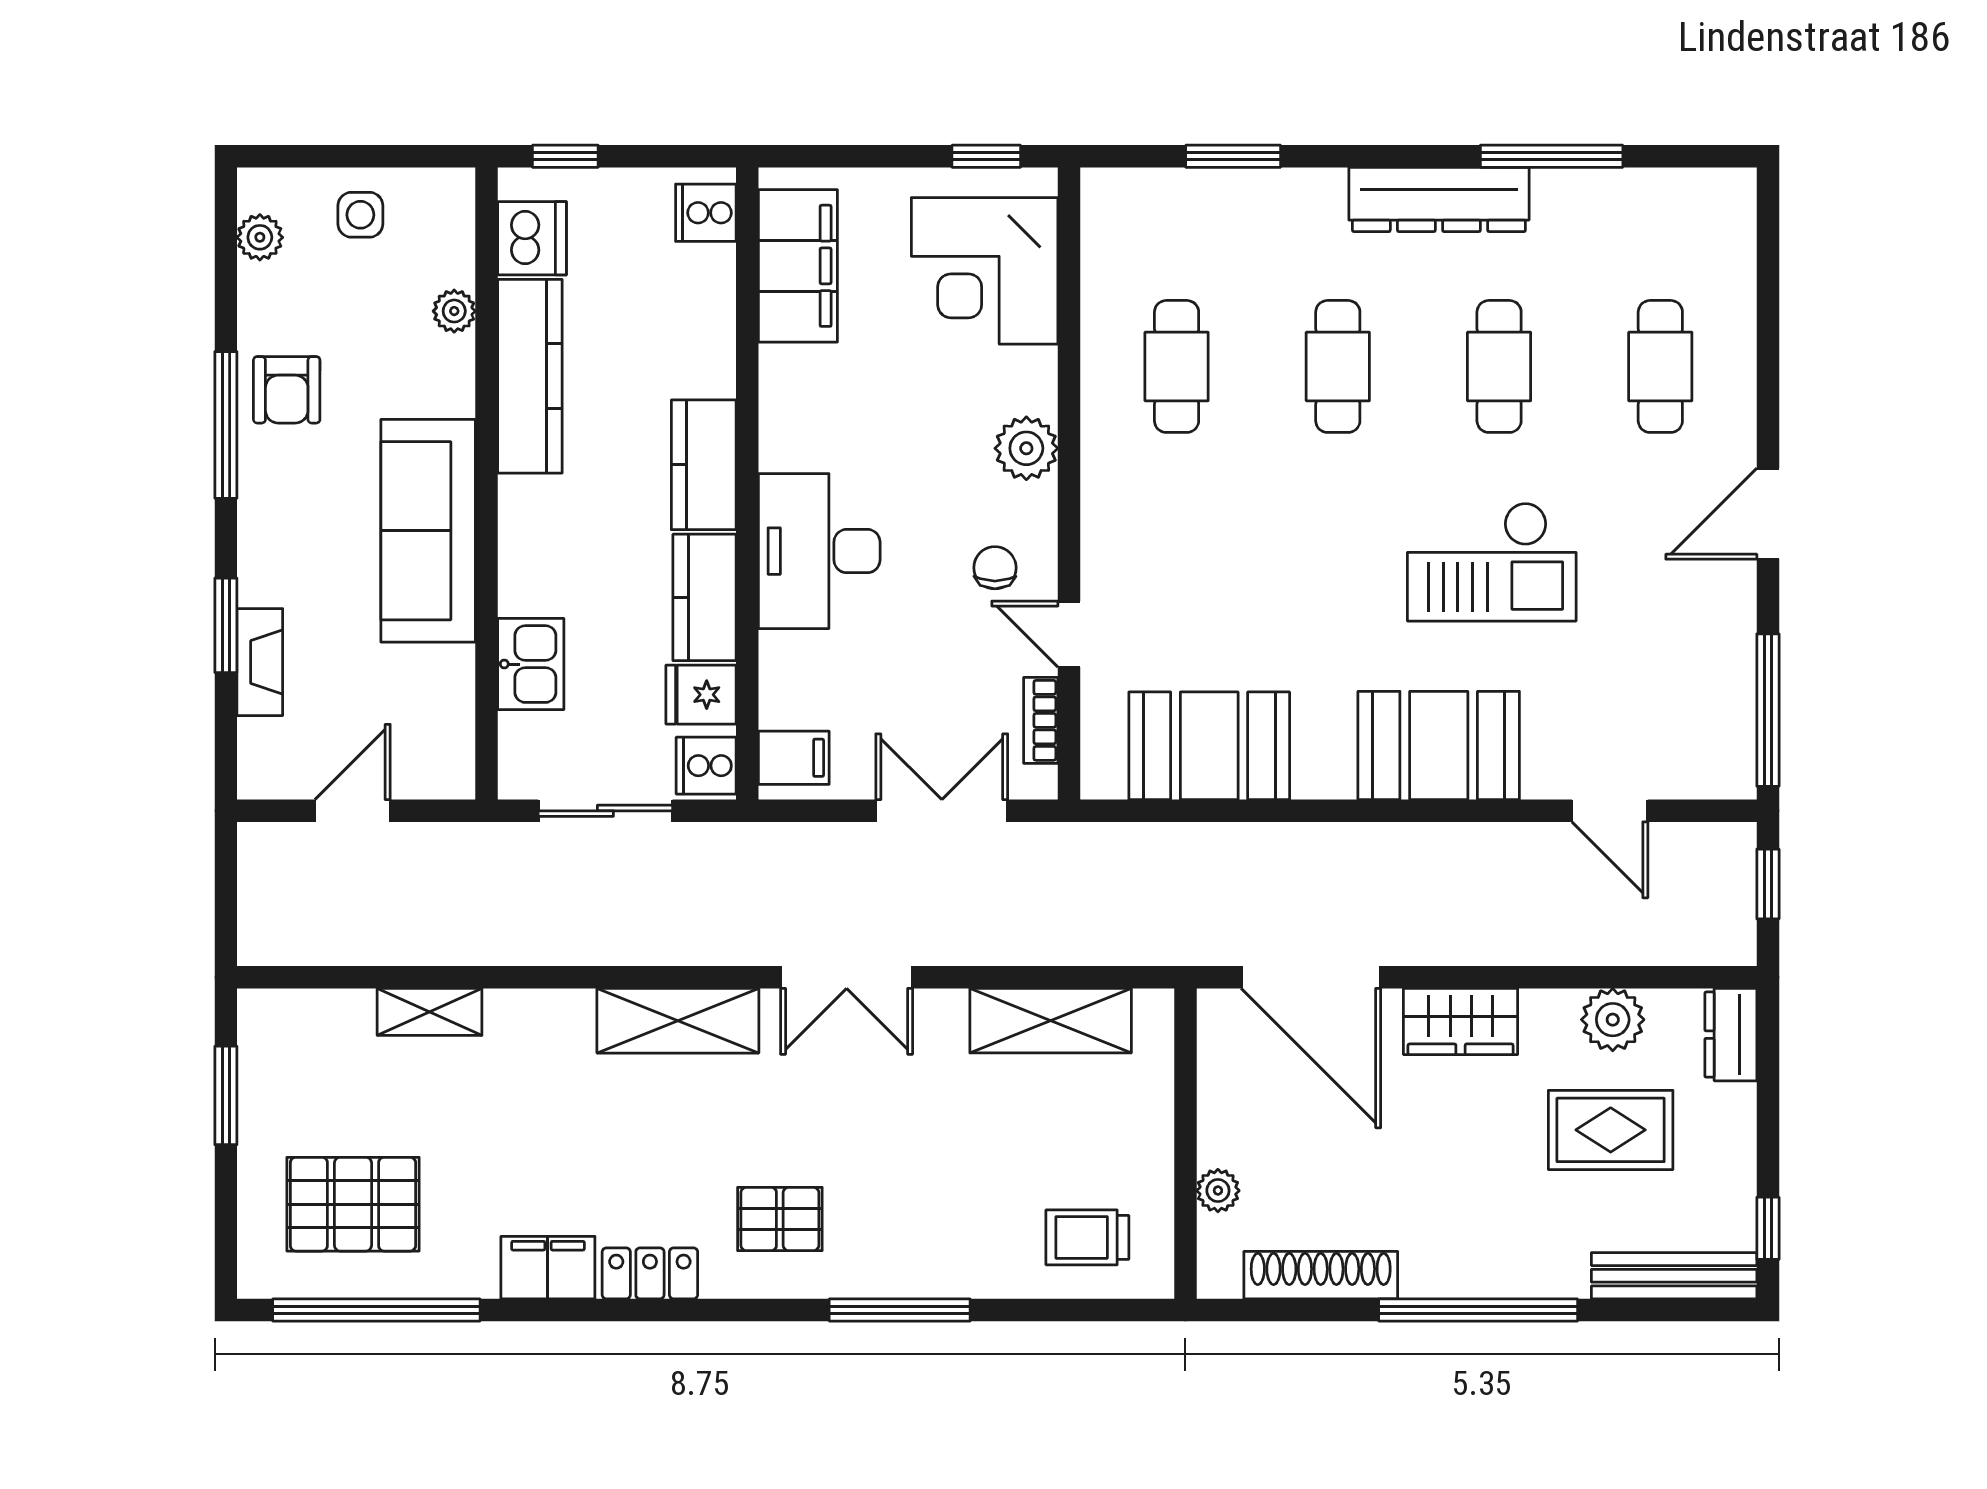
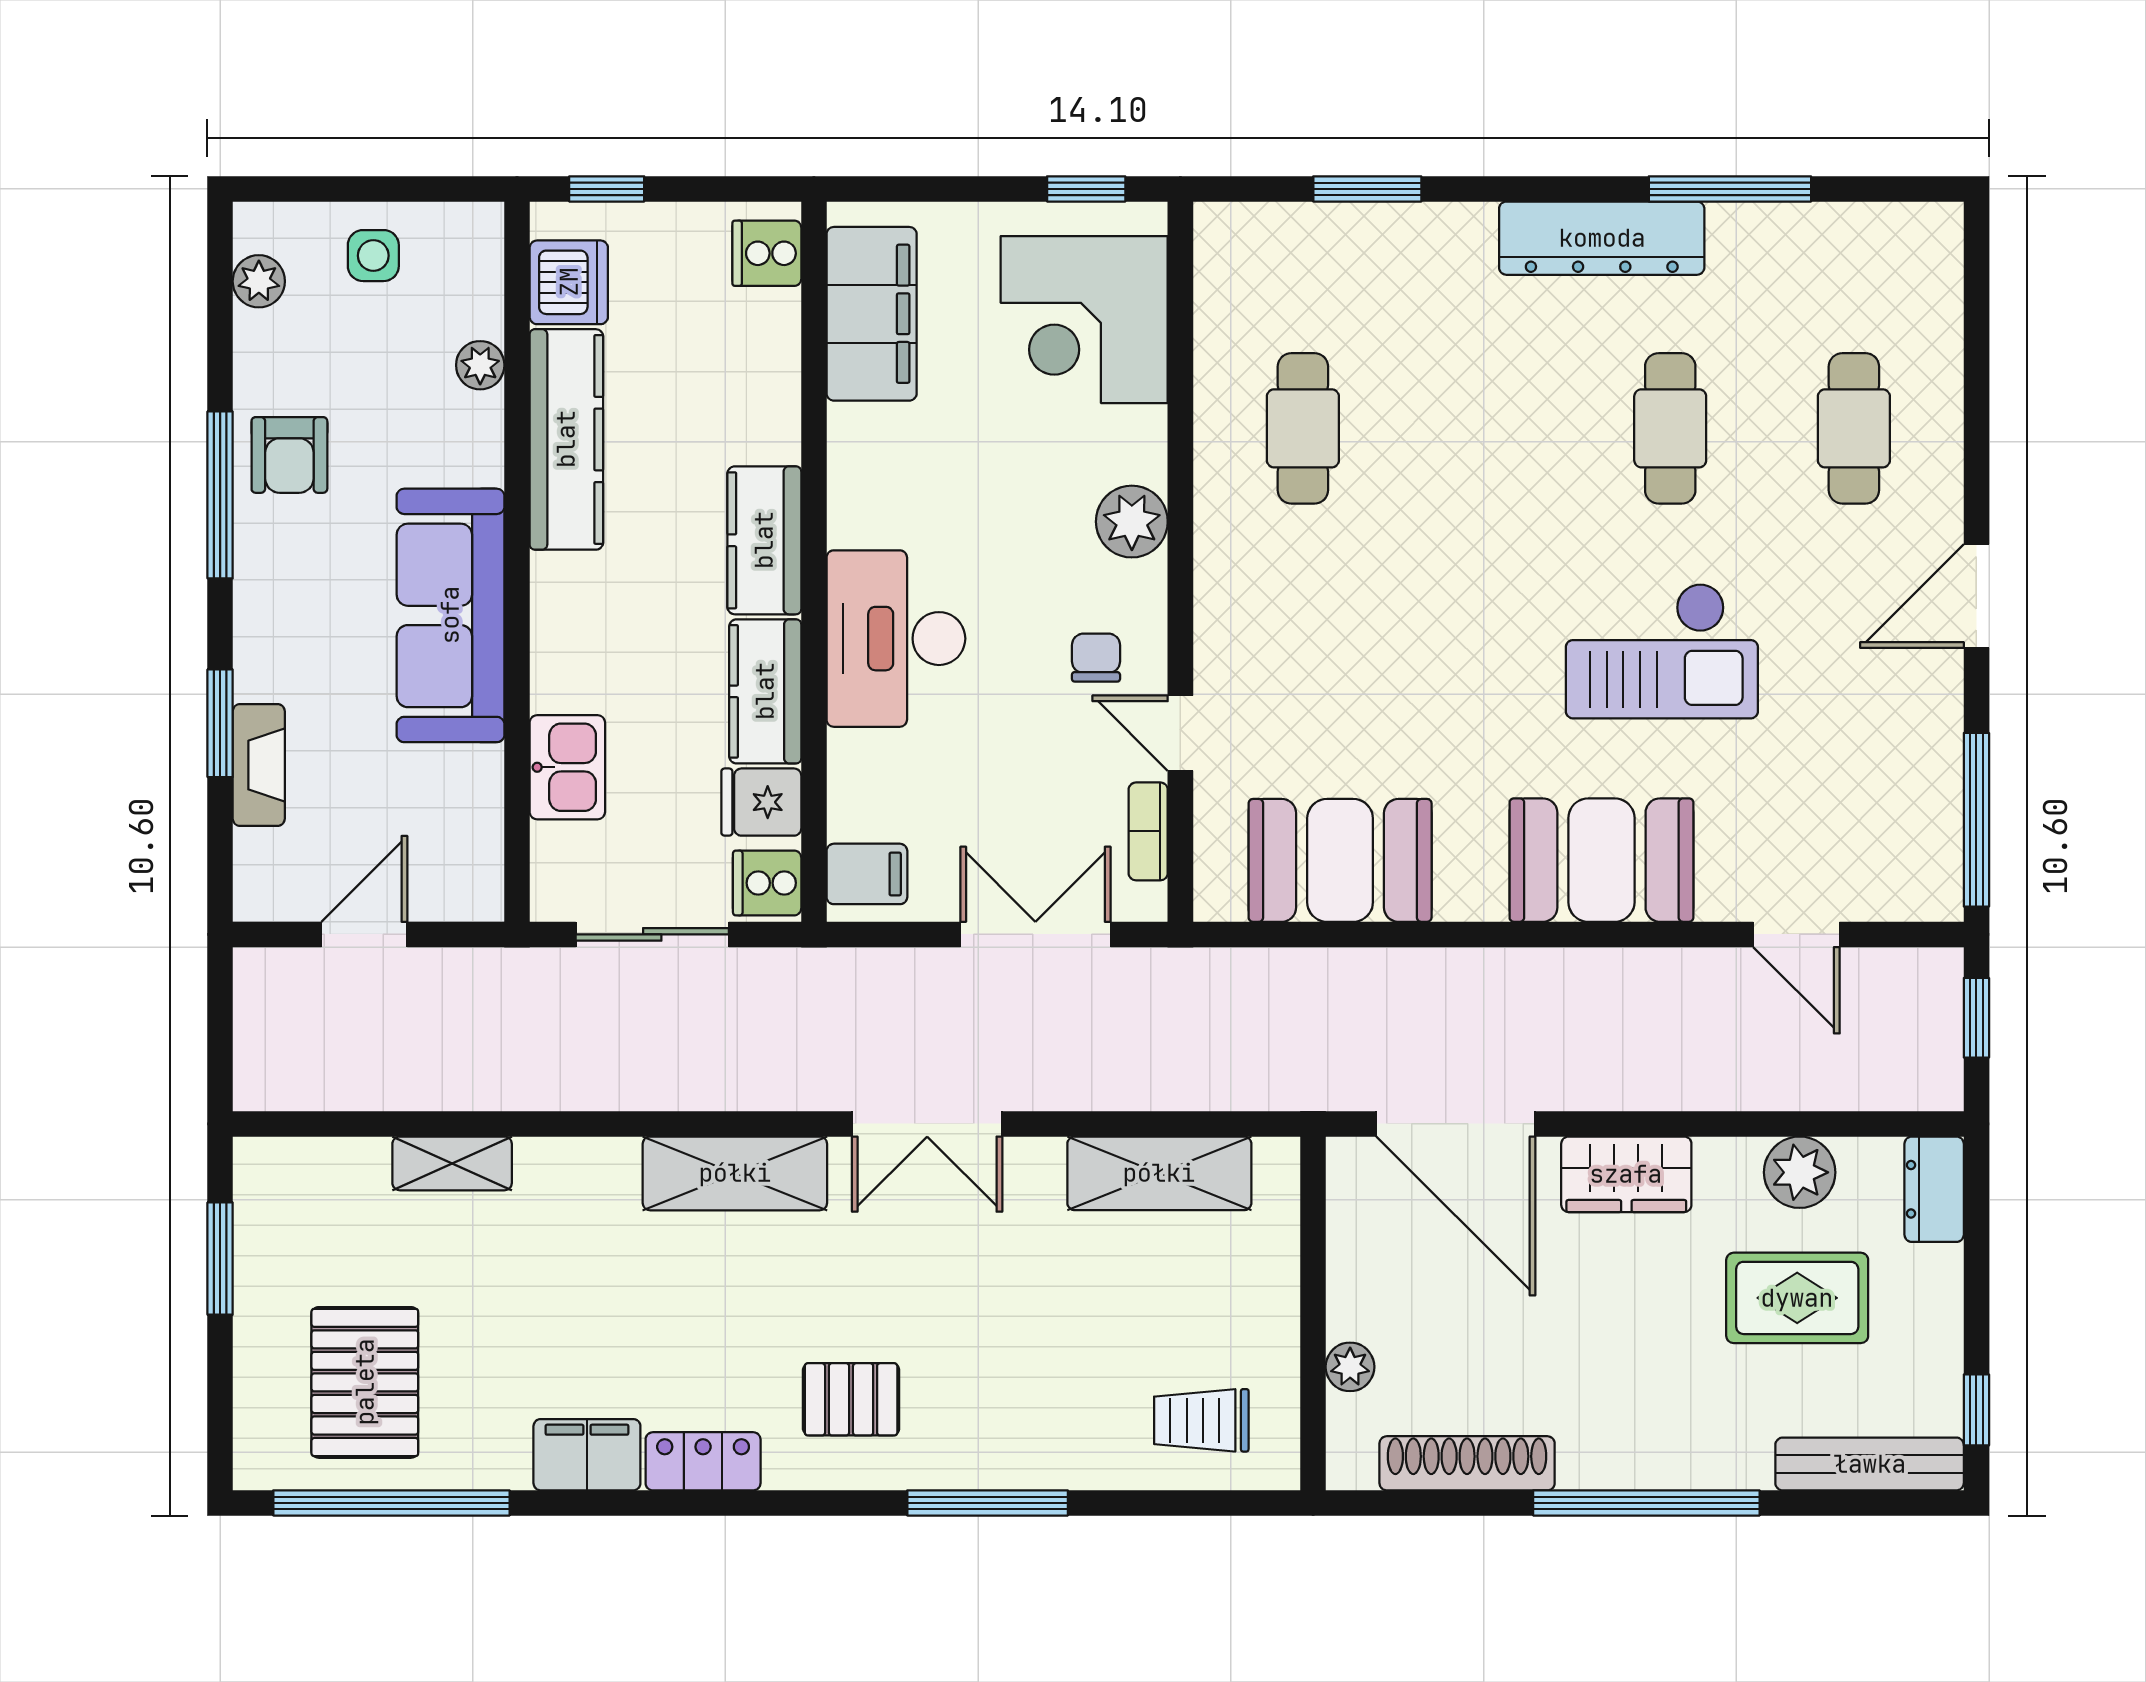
cafe table: (1338, 366) -> (1487, 428), removed
pallet: (353, 1204) -> (365, 1382), turned 90

